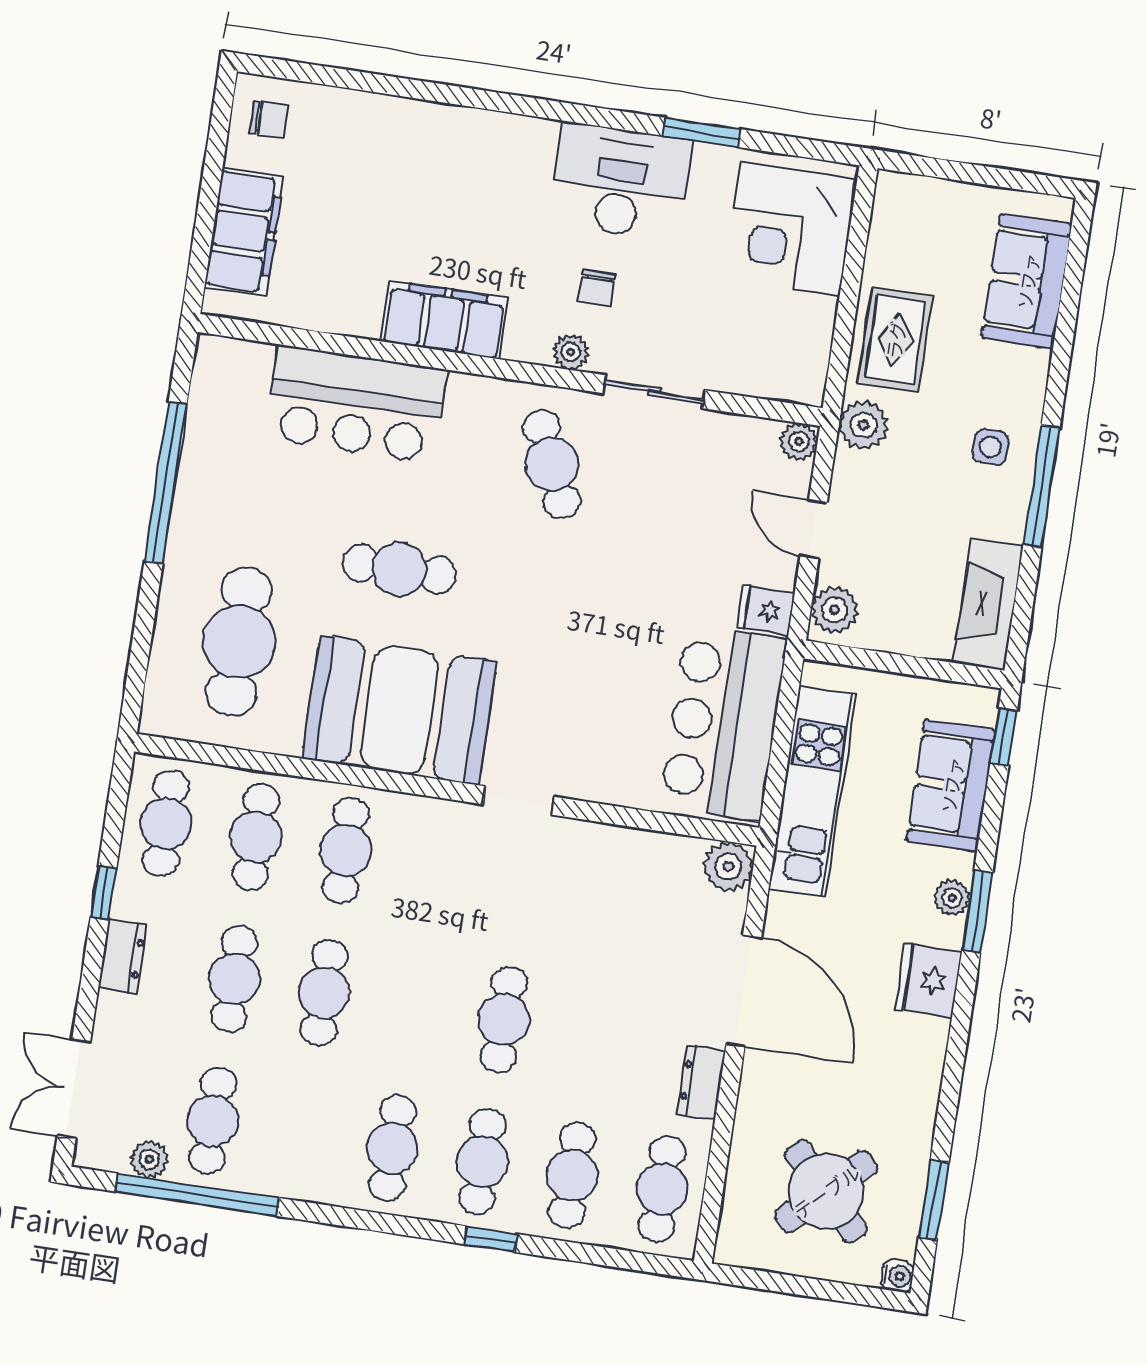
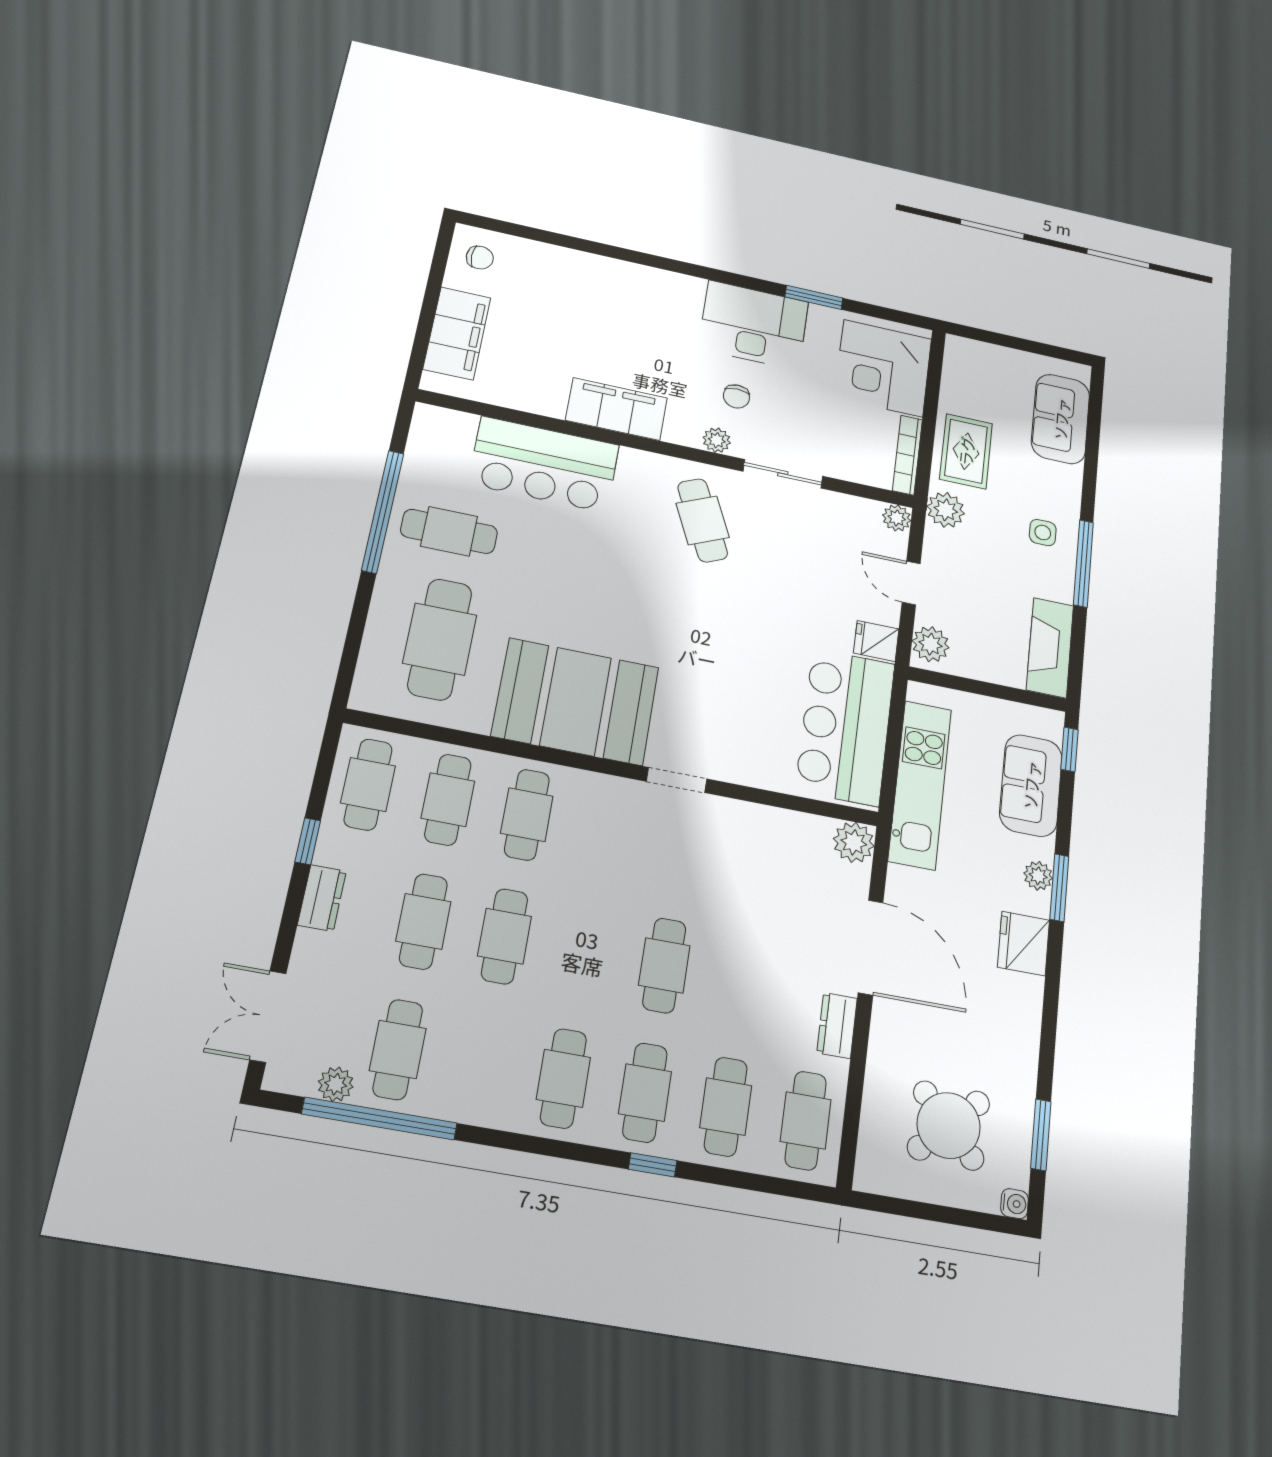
bookcase: (817, 352) -> (907, 455), added
cafe table: (399, 569) -> (449, 531), moved

